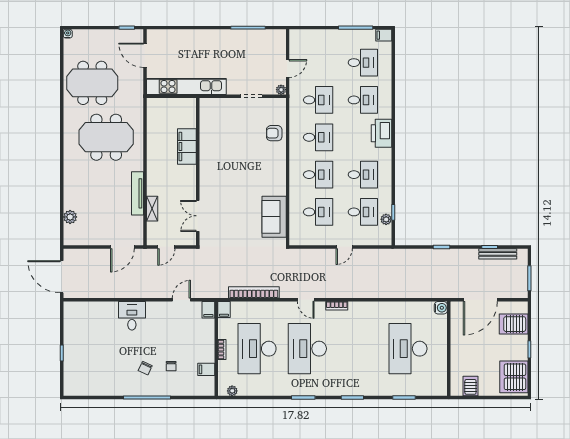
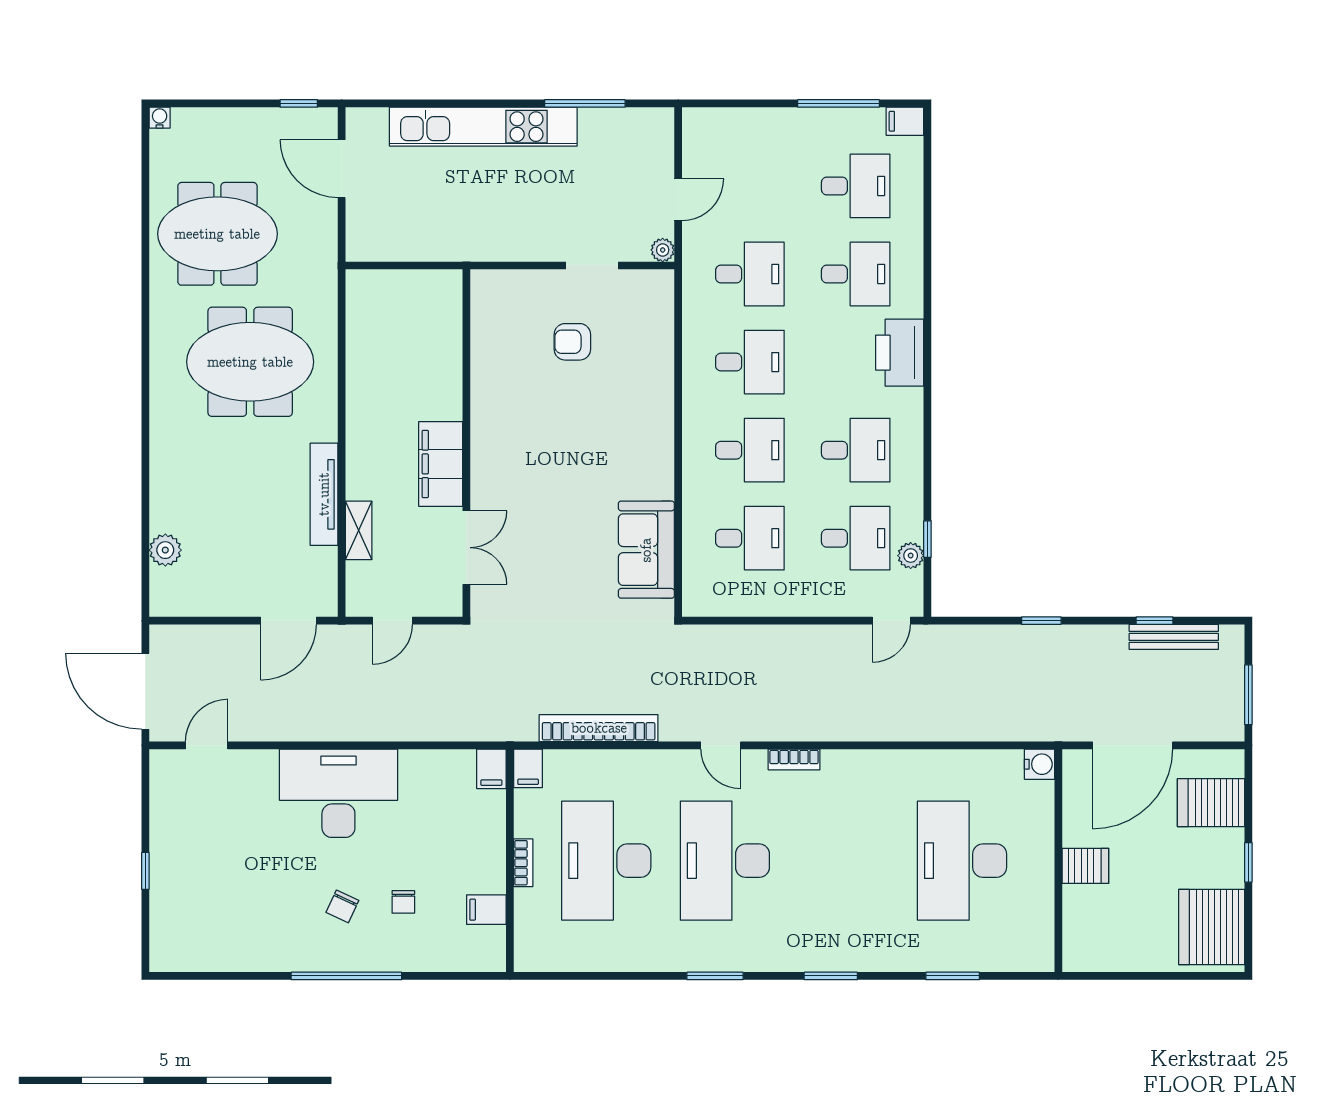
kitchen unit: (186, 87) -> (483, 127), moved, turned 180
armchair: (274, 133) -> (572, 342), moved
filing cabinet: (187, 146) -> (441, 464), moved
double door: (198, 216) -> (466, 548), swing flipped
door: (344, 247) -> (891, 621), moved
door: (181, 300) -> (207, 745), moved
desk: (132, 316) -> (338, 793), width x1.87, depth x1.30
server rack: (470, 386) -> (1085, 866), moved, turned 90
plant: (232, 391) -> (548, 960), removed

